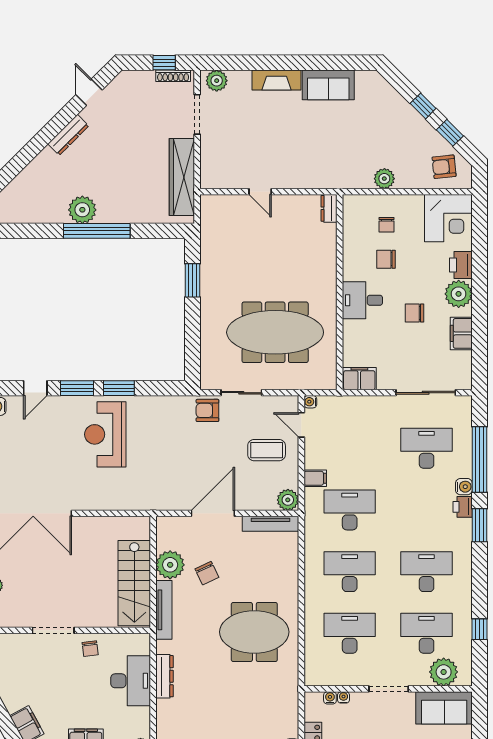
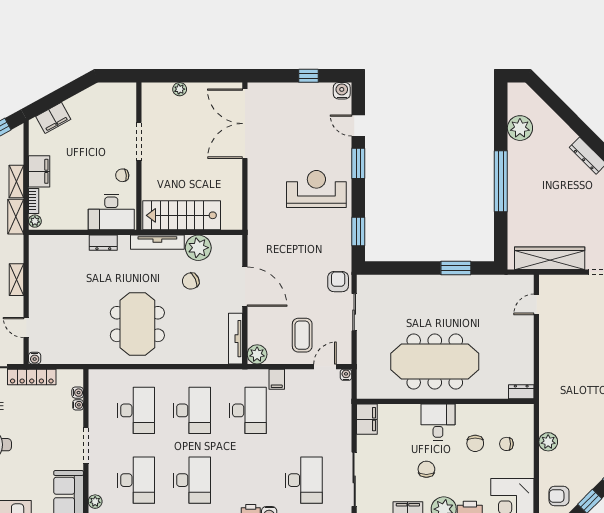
armchair: (444, 167) -> (559, 496), turned -84
door: (260, 192) -> (536, 304), moved
plant: (82, 210) -> (520, 128), moved
chair: (386, 259) -> (475, 443), turned 180
meeting table: (275, 332) -> (435, 362), moved, turned 90
window: (119, 388) -> (358, 232), moved
plant: (444, 672) -> (95, 502), width x0.53, depth x0.53
dresser: (164, 676) -> (103, 243), width x0.70
desk: (131, 681) -> (111, 212), moved

